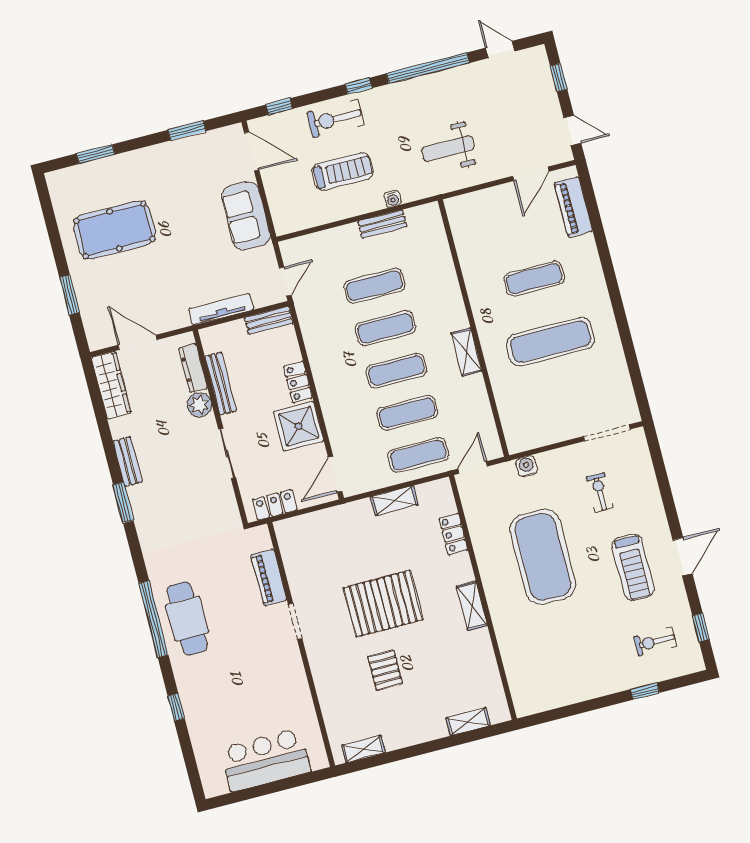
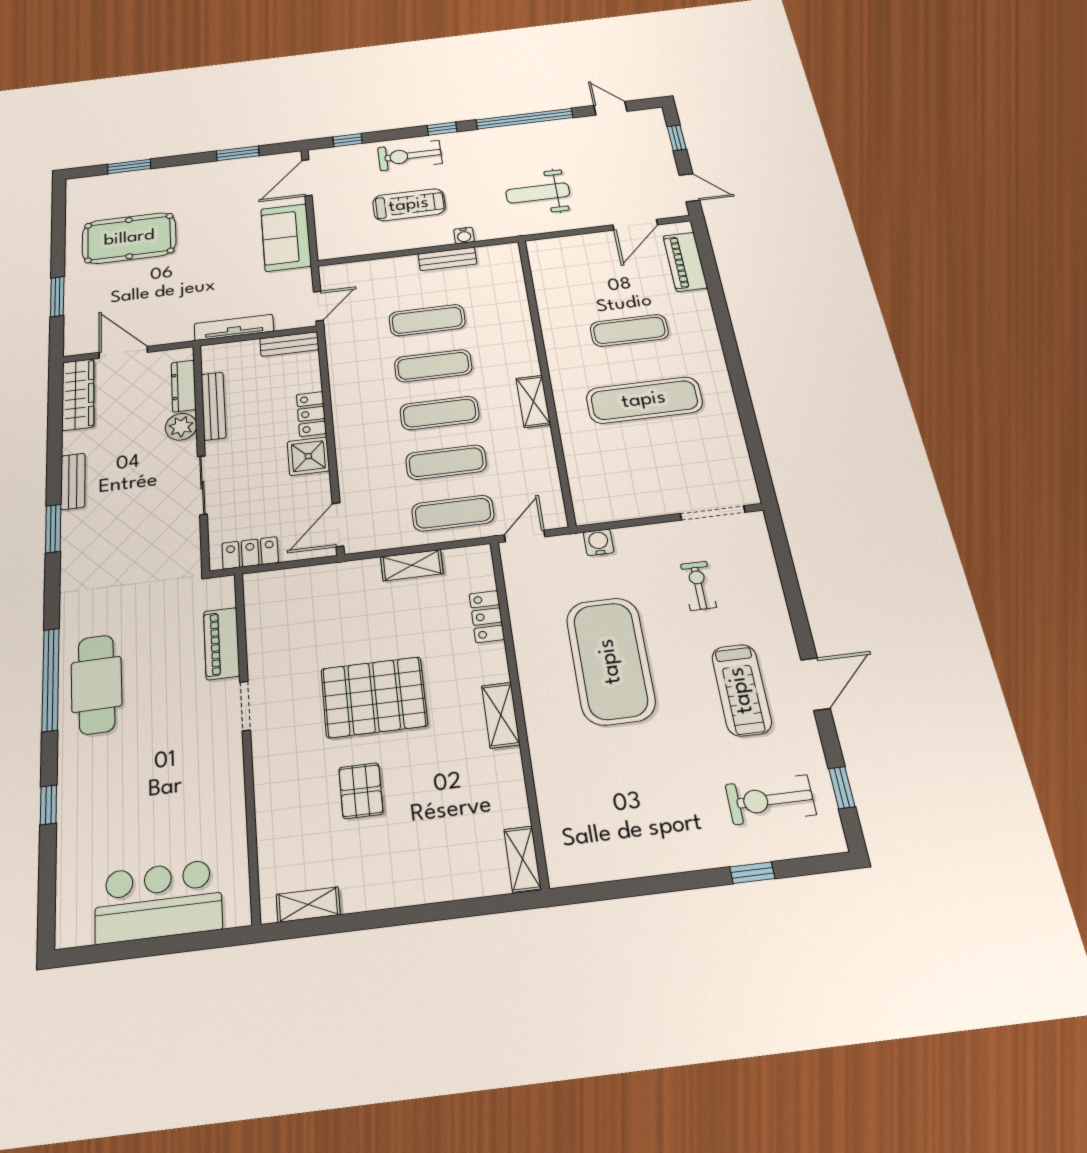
door: (252, 151) -> (307, 178), swing flipped
shower: (299, 426) -> (308, 456), width x0.73, depth x0.73
exercise bike: (655, 642) -> (771, 800), width x1.38, depth x1.39
shelving: (468, 722) -> (522, 859), moved, turned 90

